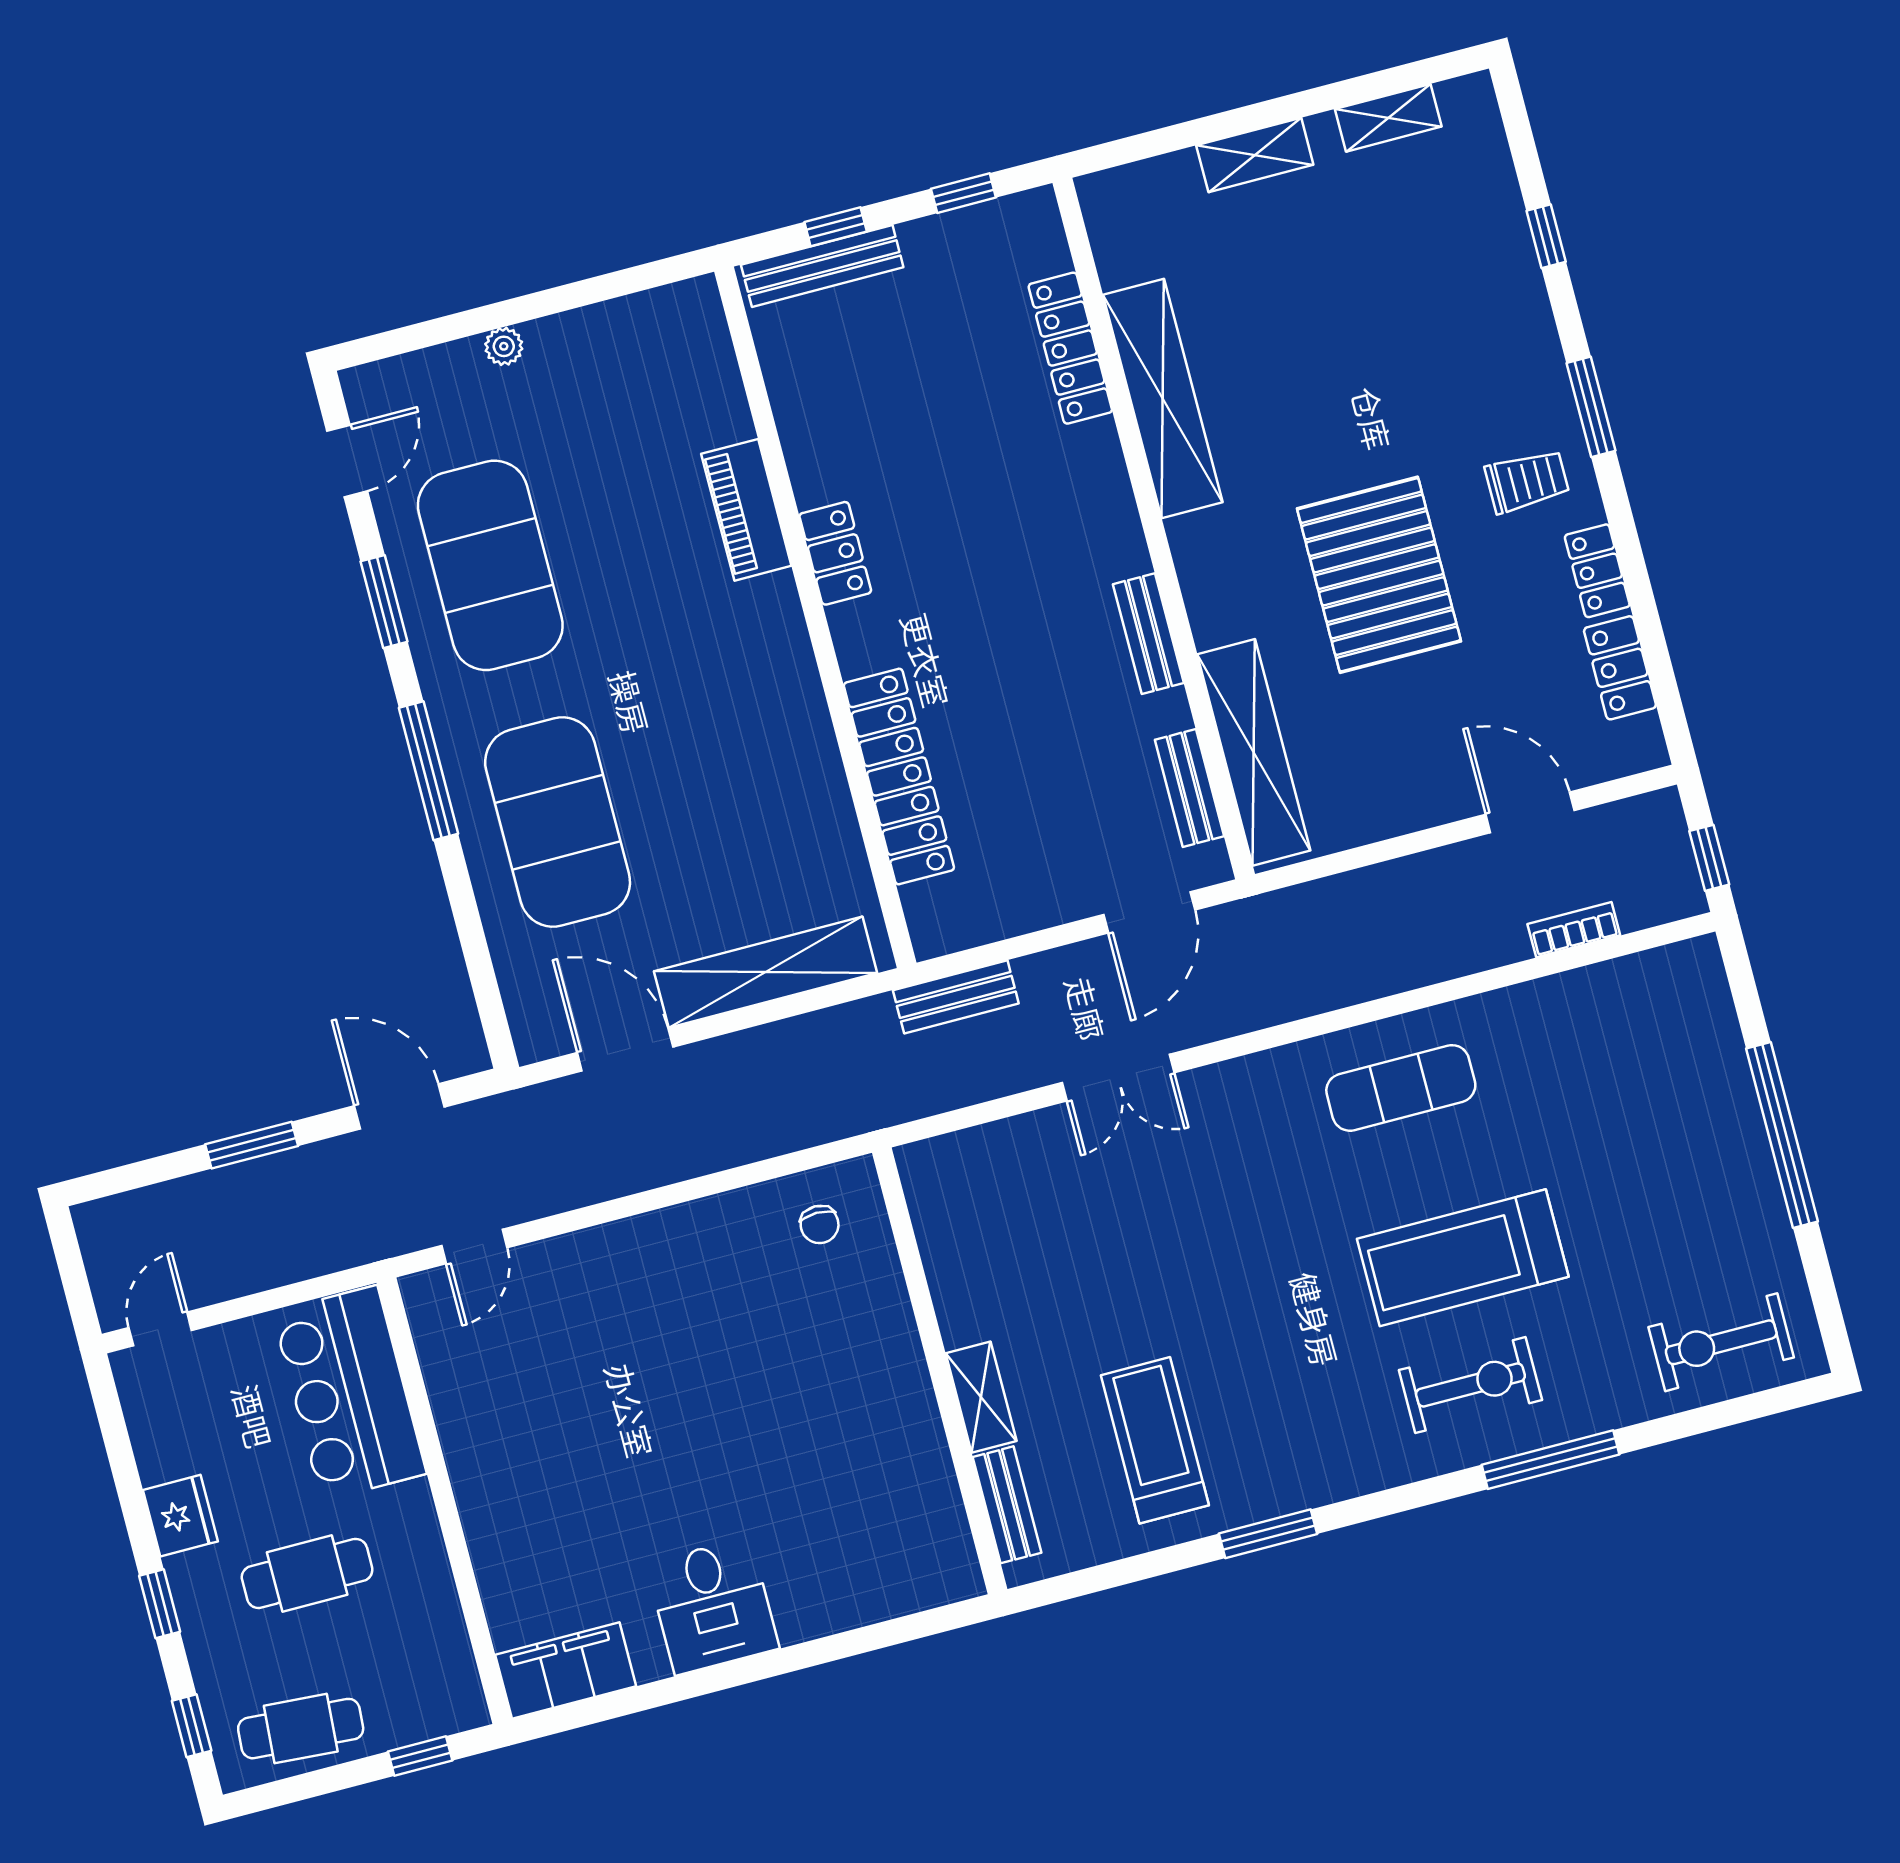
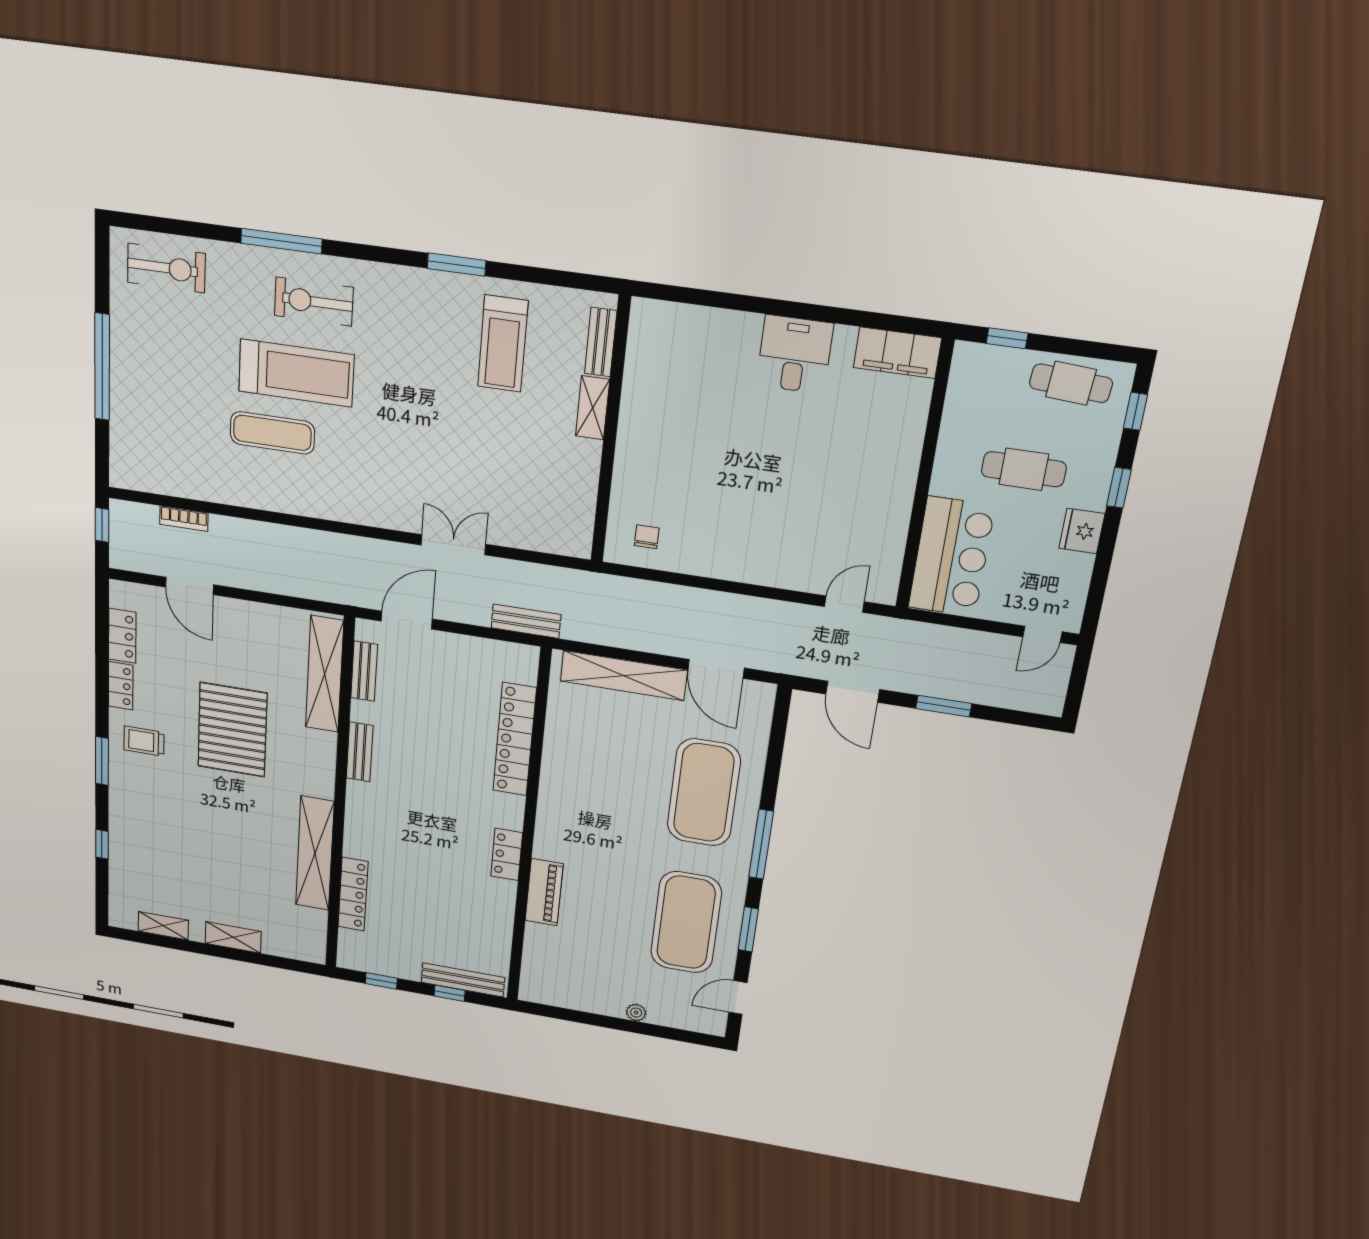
exercise mat: (1401, 1088) -> (272, 433), moved

